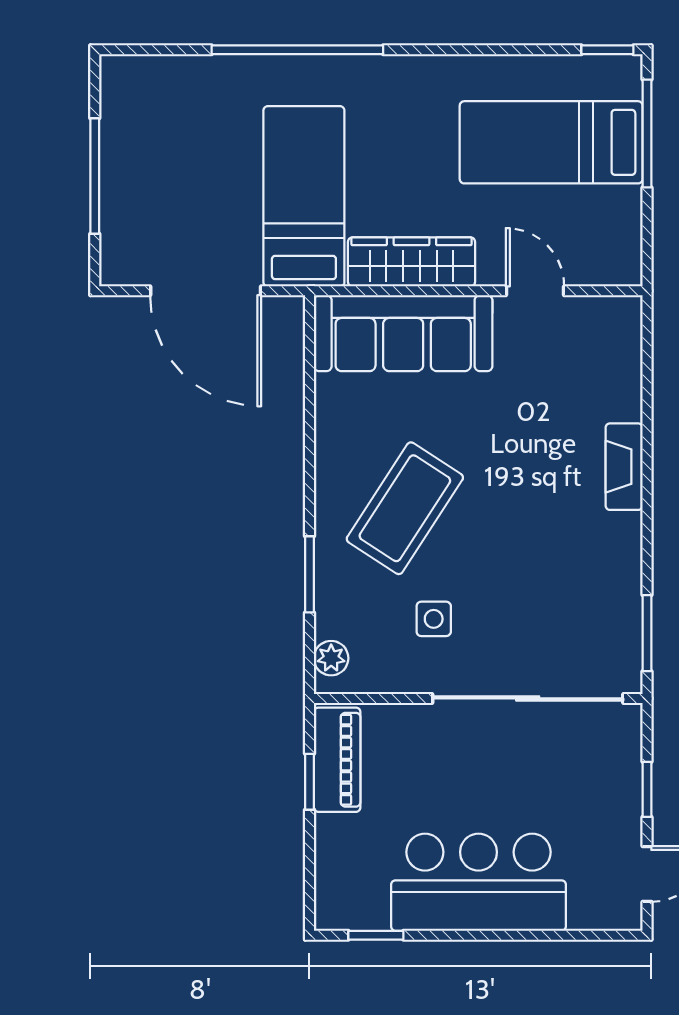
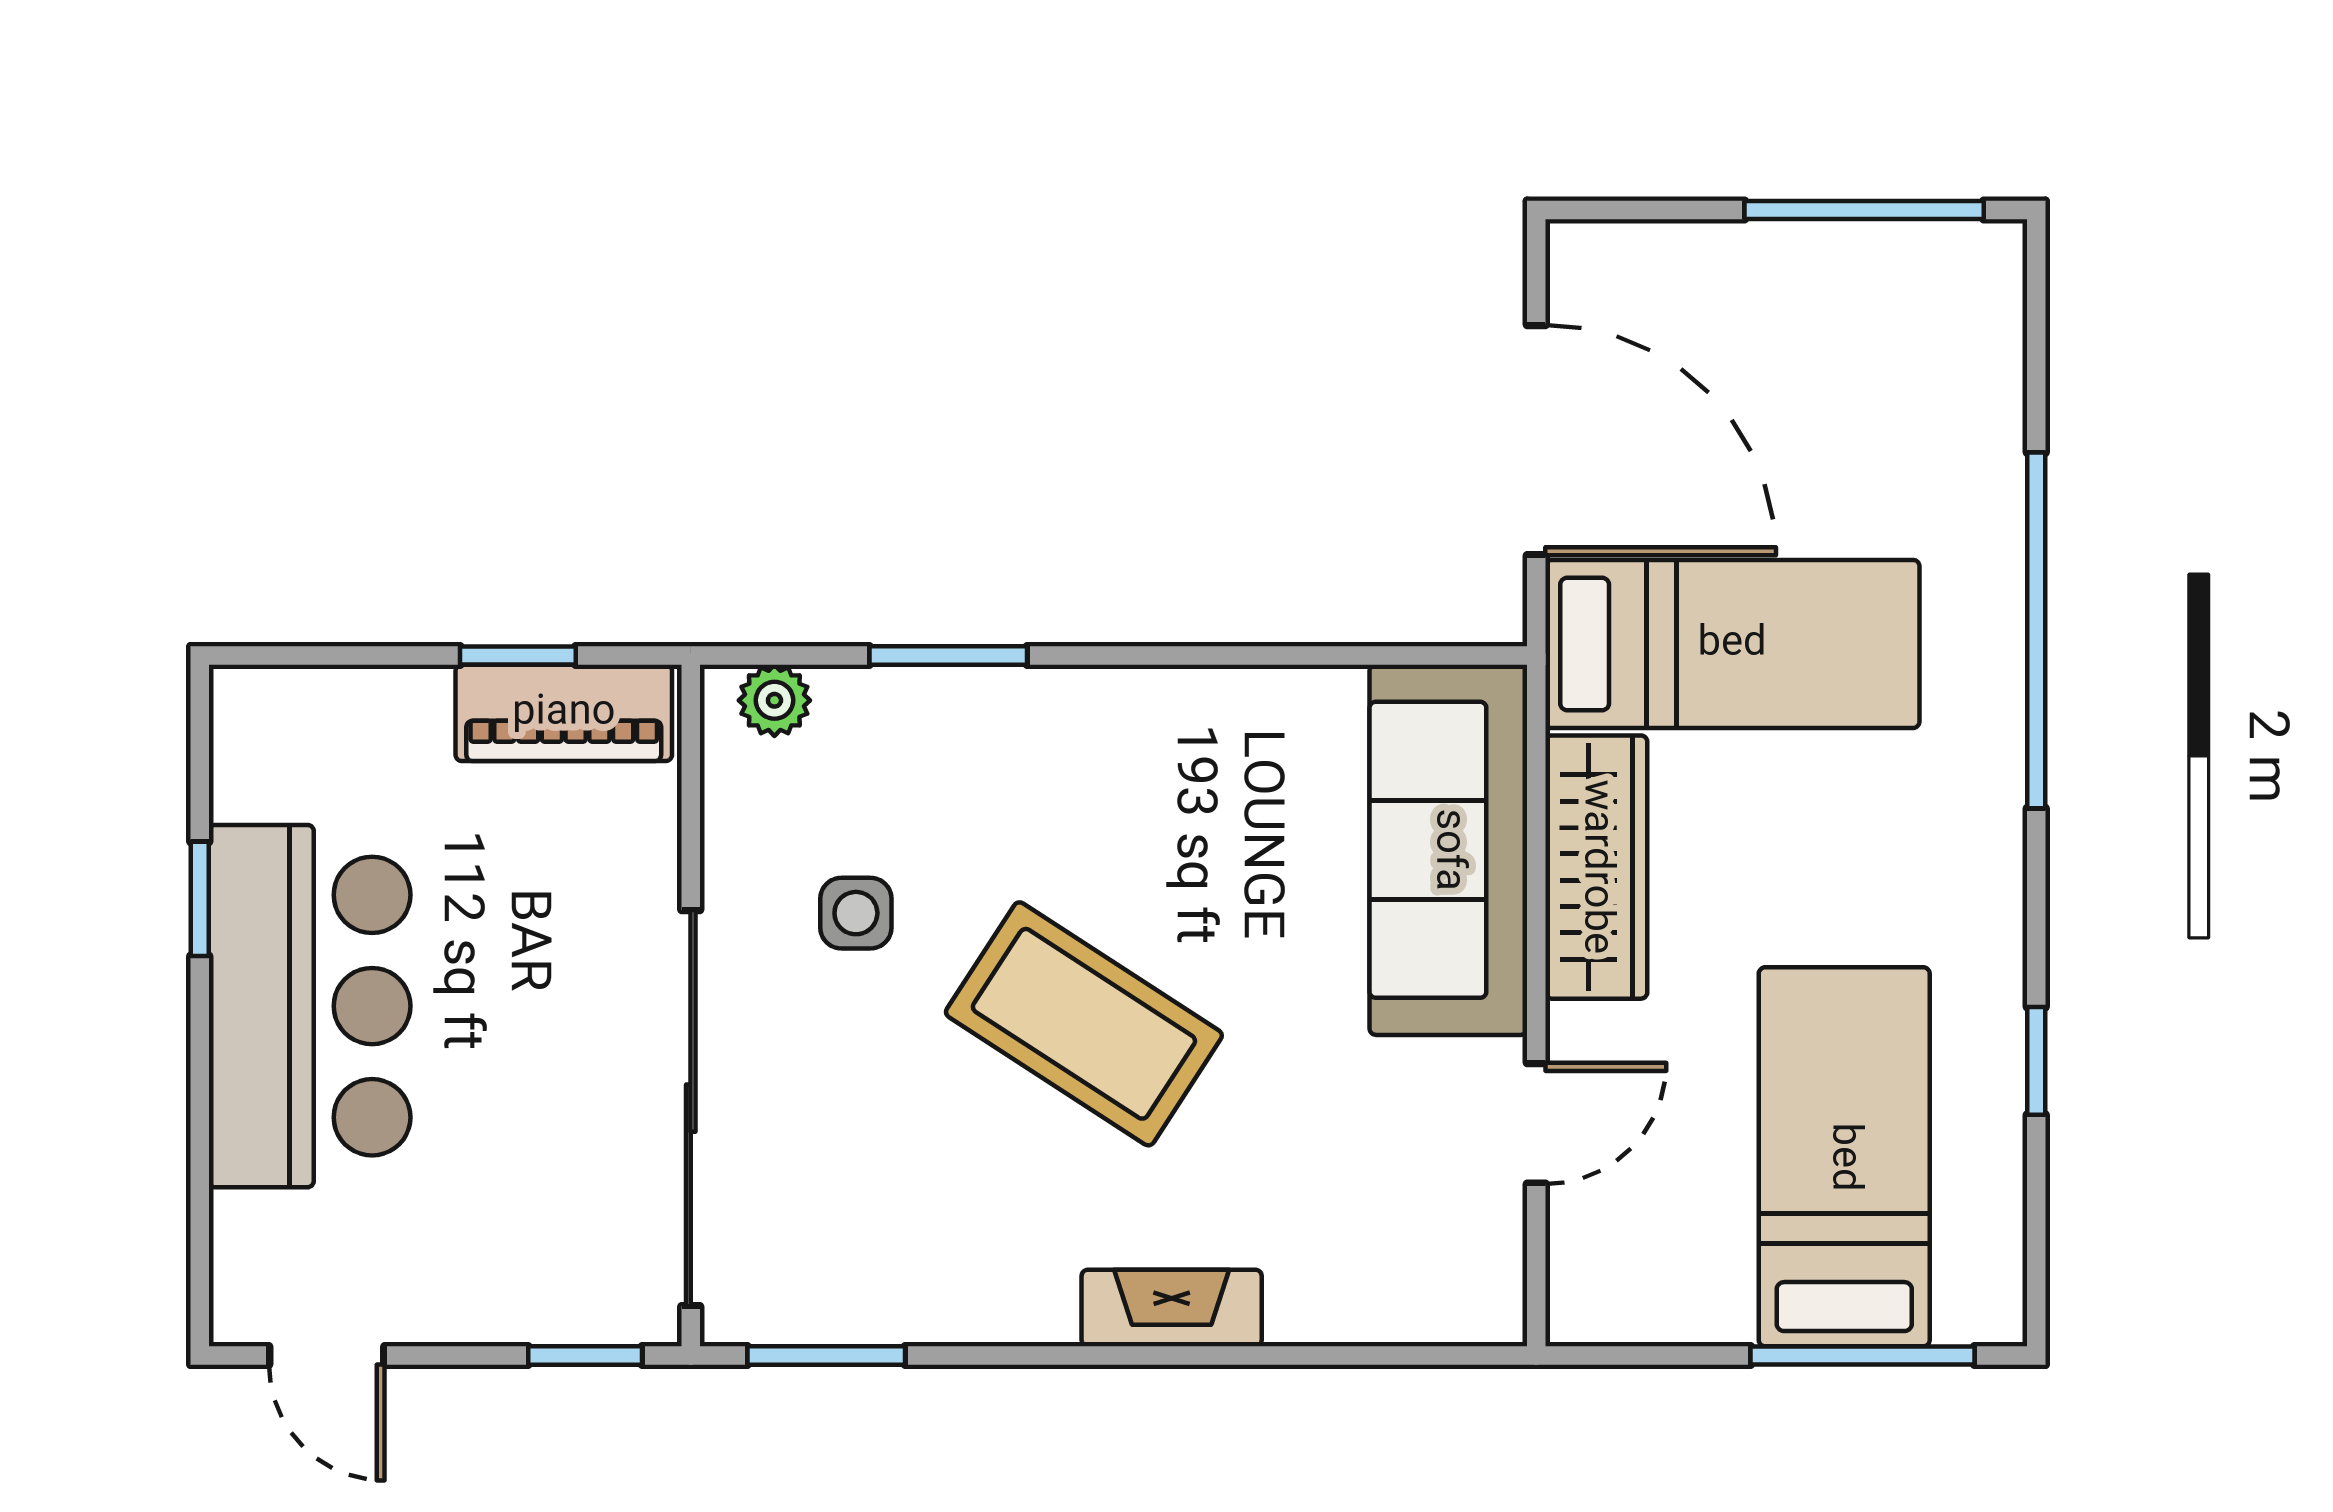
window: (607, 50) -> (2036, 1061), moved
window: (95, 176) -> (1864, 210), moved
door: (206, 291) -> (1536, 440), swing flipped
coffee table: (405, 508) -> (1084, 1024), moved
window: (647, 789) -> (585, 1355), moved
window: (376, 935) -> (200, 899), moved

